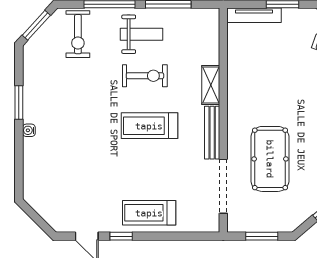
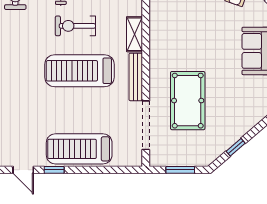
exercise bike: (145, 76) -> (75, 26), turned 180
treadmill: (149, 126) -> (79, 71), width x1.37, depth x1.38
treadmill: (149, 213) -> (79, 149), width x1.37, depth x1.38

